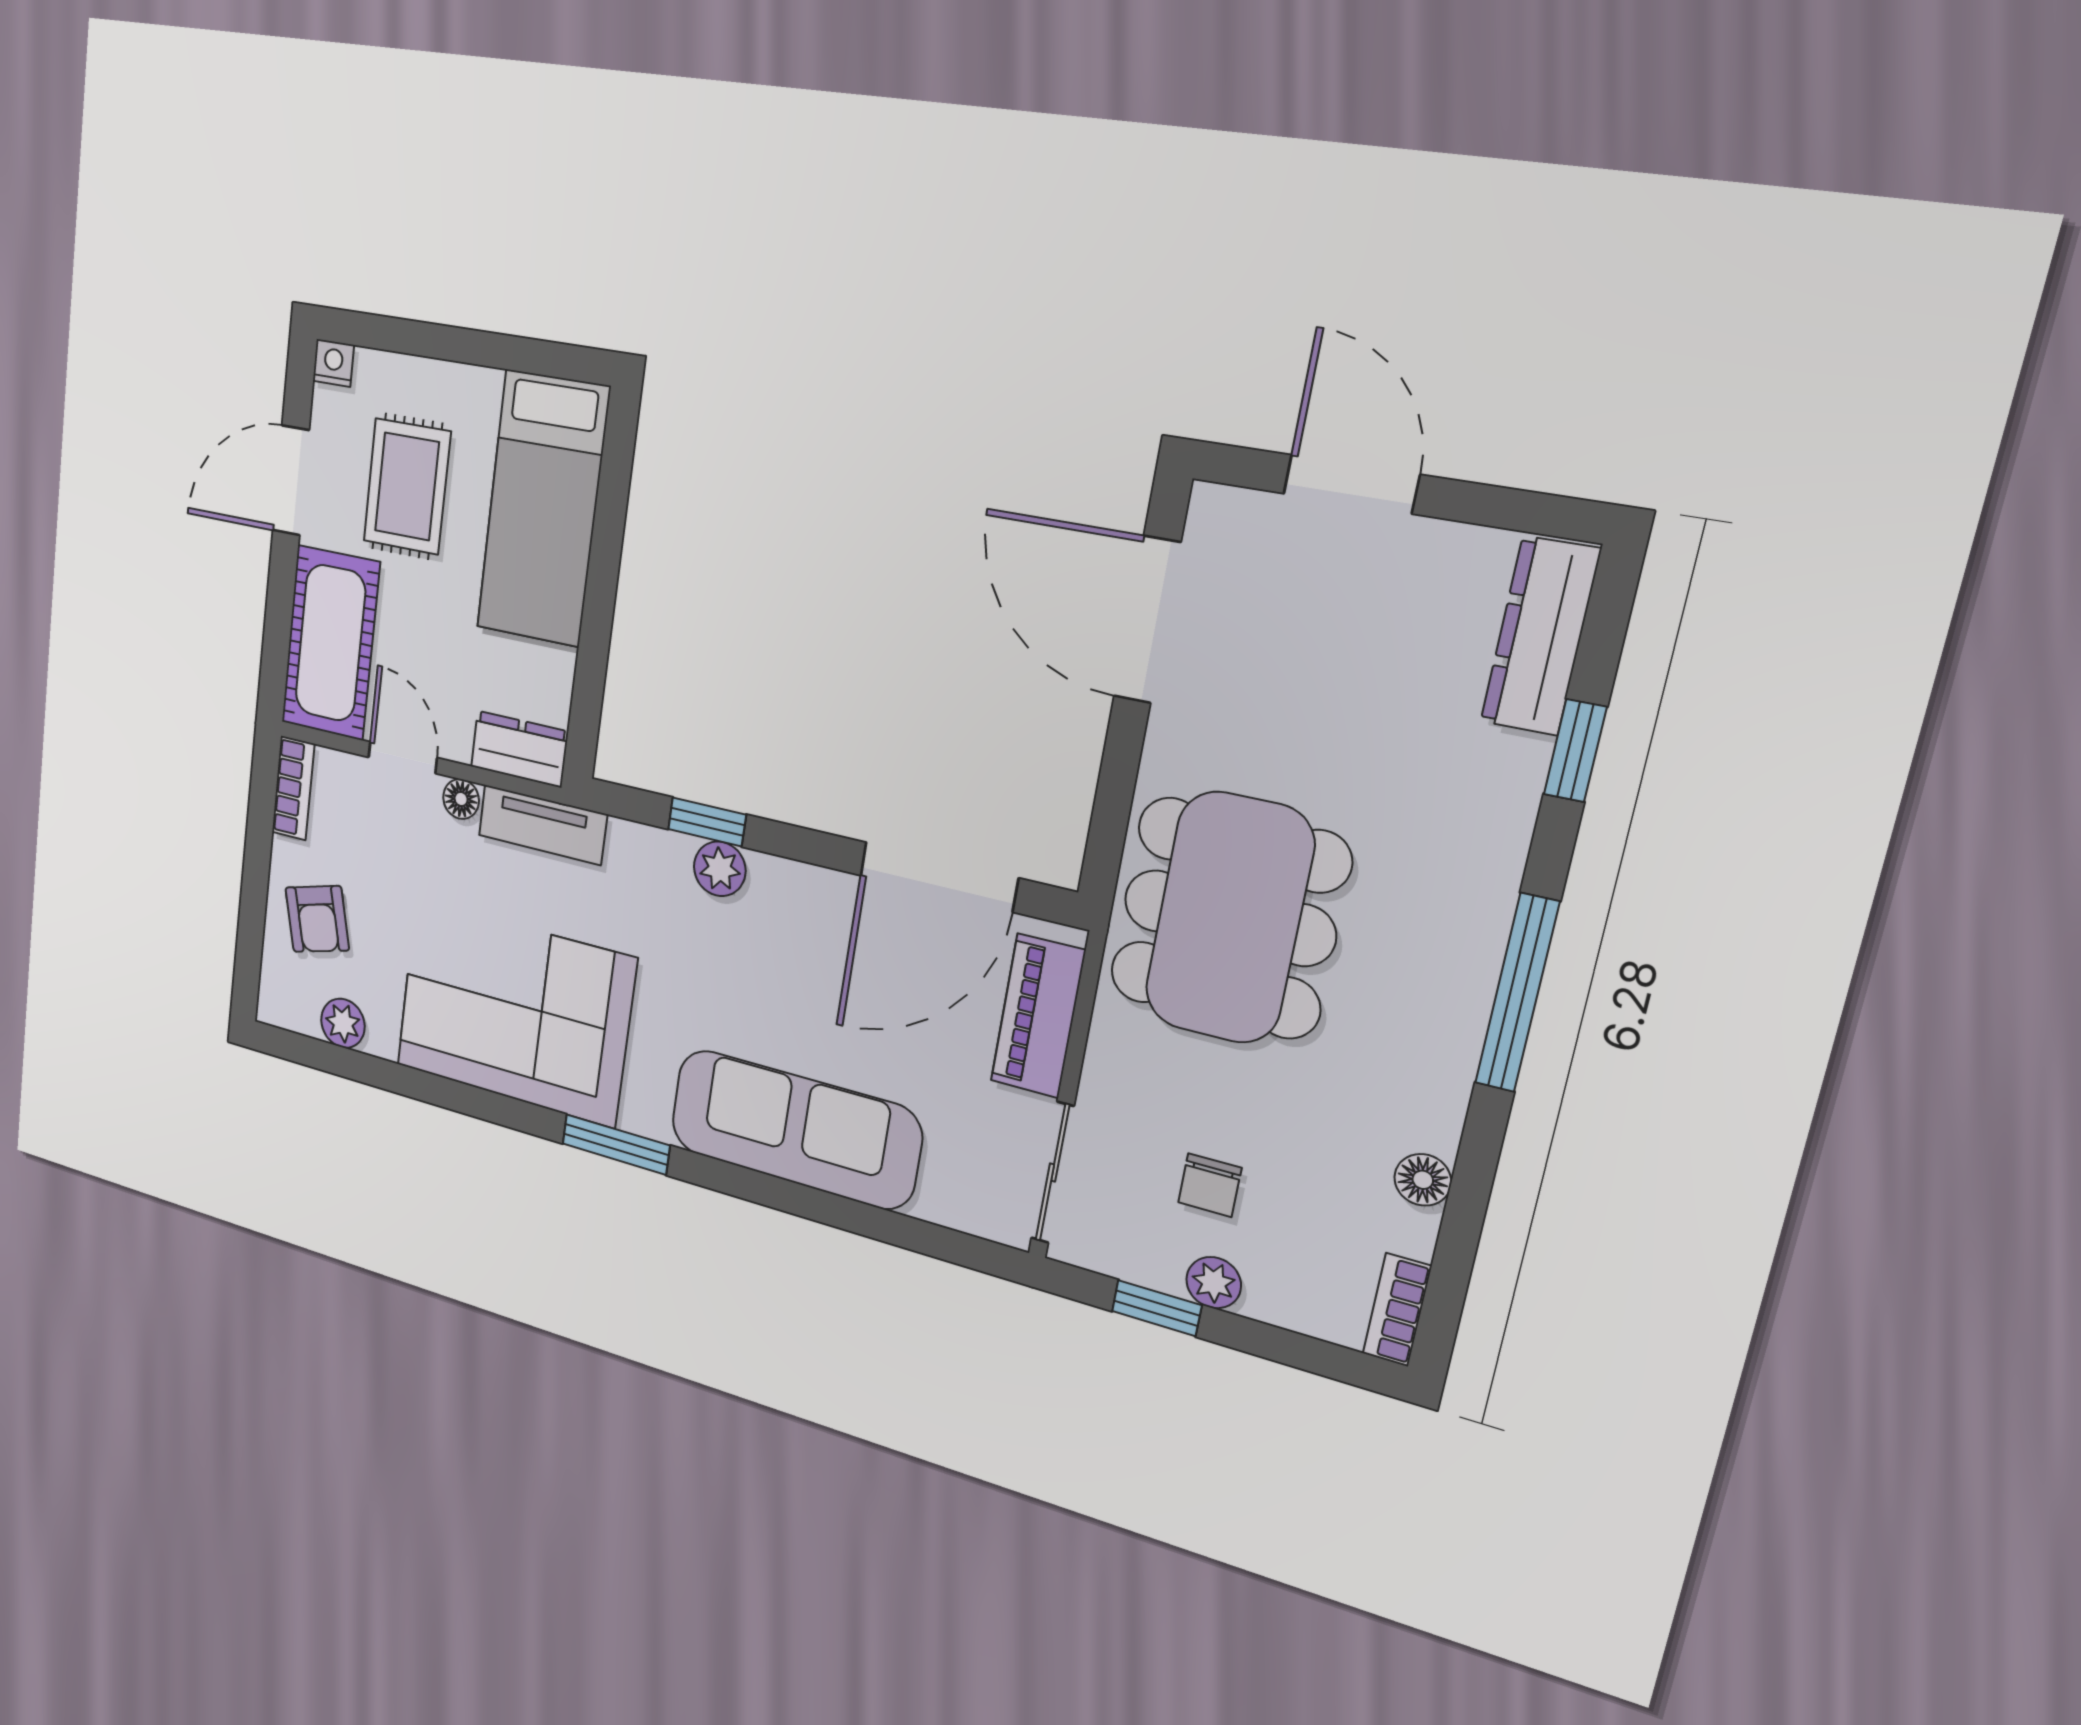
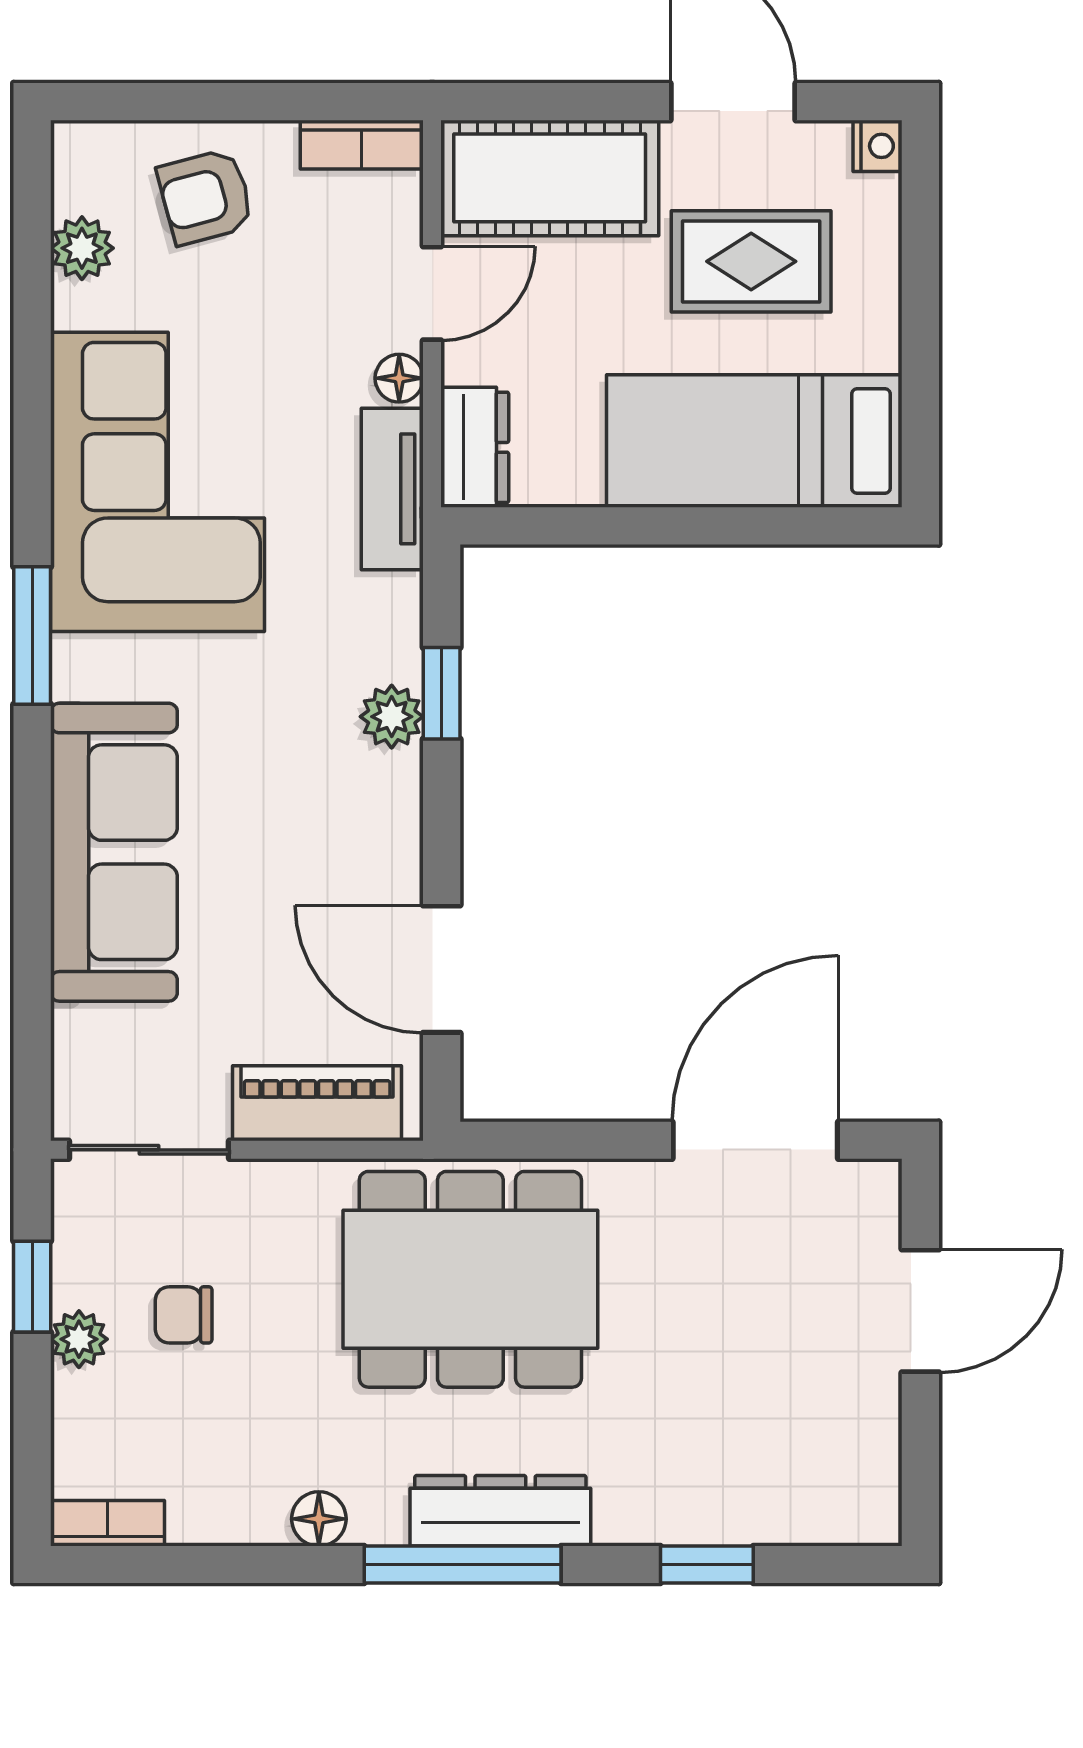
dresser: (1540, 636) -> (500, 1511), moved
door: (938, 877) -> (442, 969), width x0.73
floor lamp: (1423, 1180) -> (319, 1519), moved

